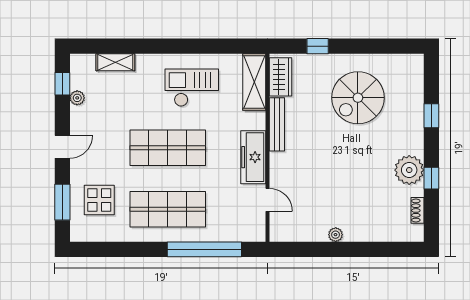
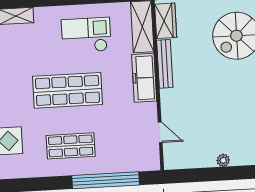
freezer: (253, 157) -> (144, 78), moved
shop shelf: (168, 209) -> (71, 146), width x0.70, depth x0.74

